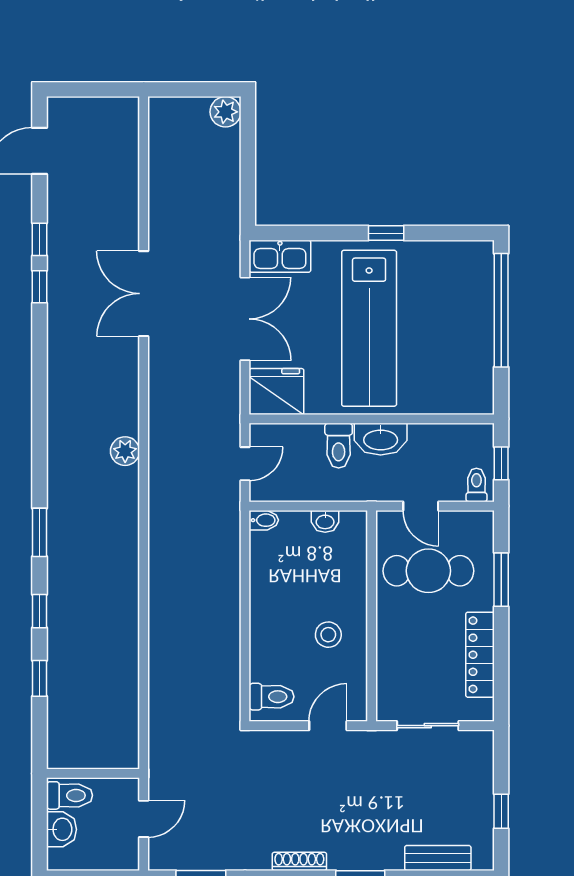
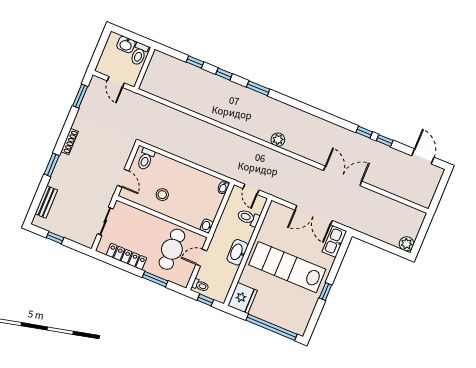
fridge: (276, 391) -> (243, 298), moved
toilet: (339, 446) -> (248, 218), moved
washbasin: (325, 521) -> (207, 226), moved

